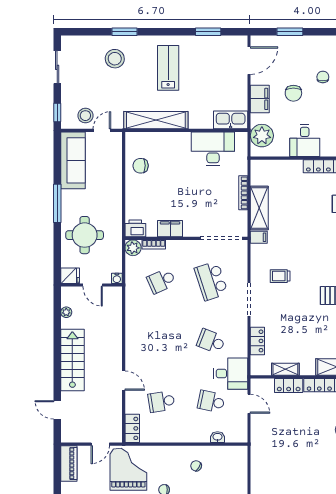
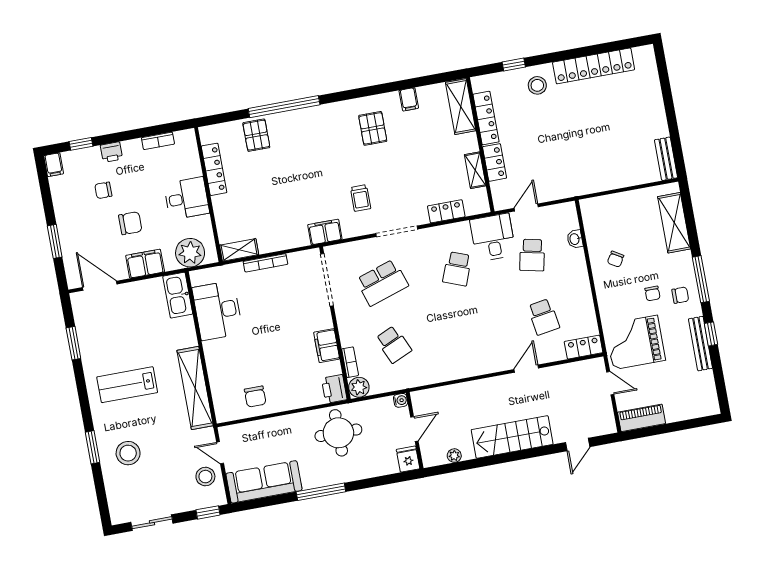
shelving: (259, 208) -> (239, 250), moved, width x0.67, depth x0.75
round table: (85, 235) -> (338, 433), moved
filing cabinet: (259, 237) -> (325, 232), width x2.00

